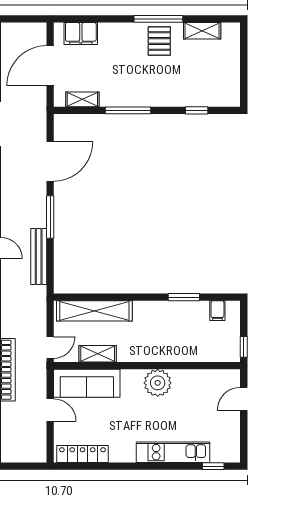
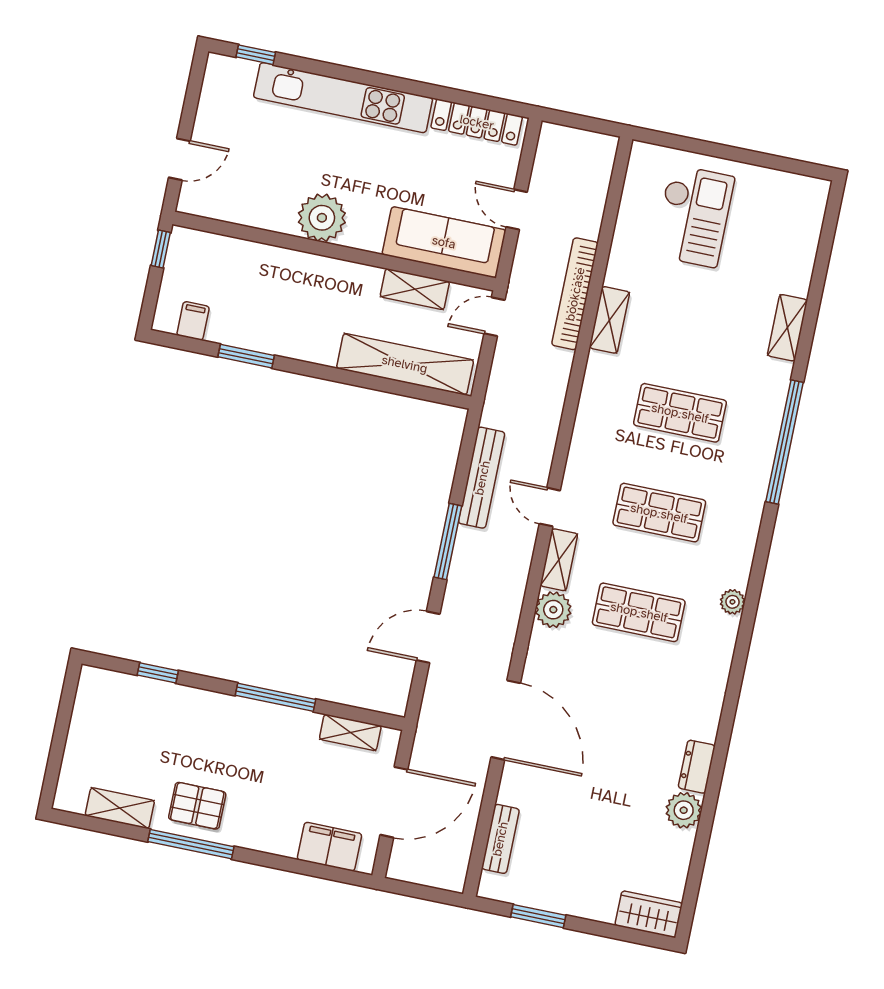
pallet: (159, 41) -> (197, 806), turned 90
door: (50, 161) -> (428, 637), width x0.73
kitchen unit: (173, 452) -> (343, 98), width x1.36

